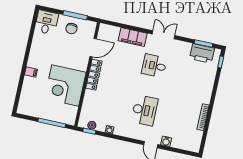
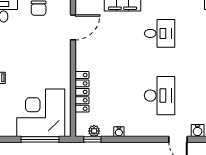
desk: (154, 66) -> (160, 33), turned 180
locker: (94, 75) -> (82, 92), moved
corner desk: (65, 86) -> (41, 113), moved, turned 90

